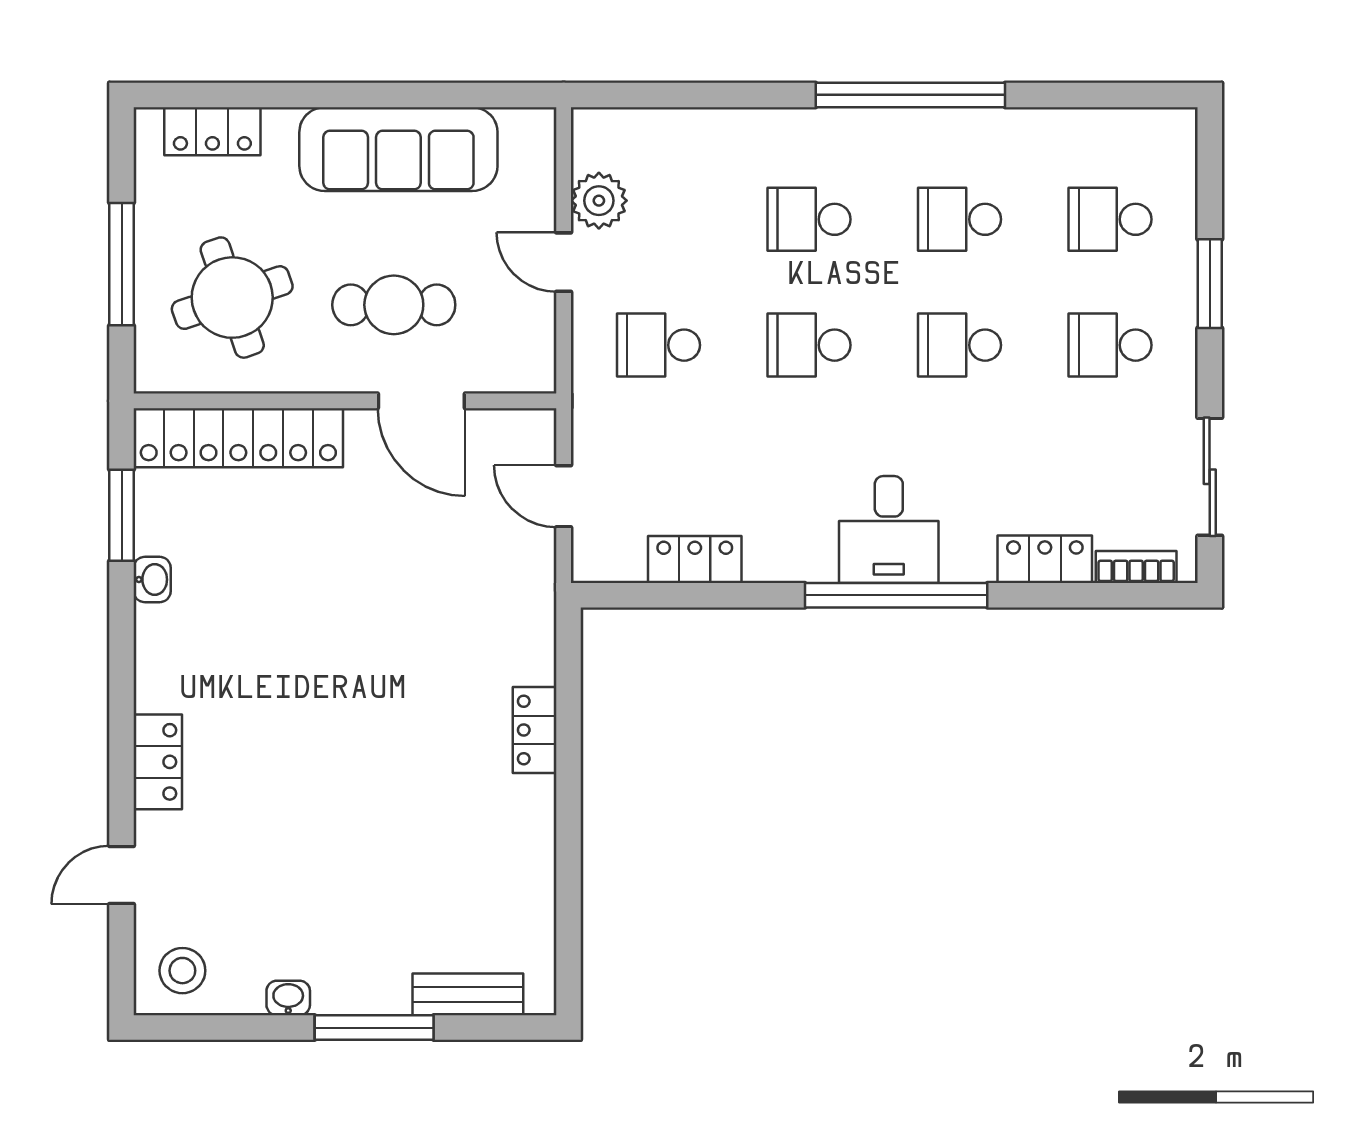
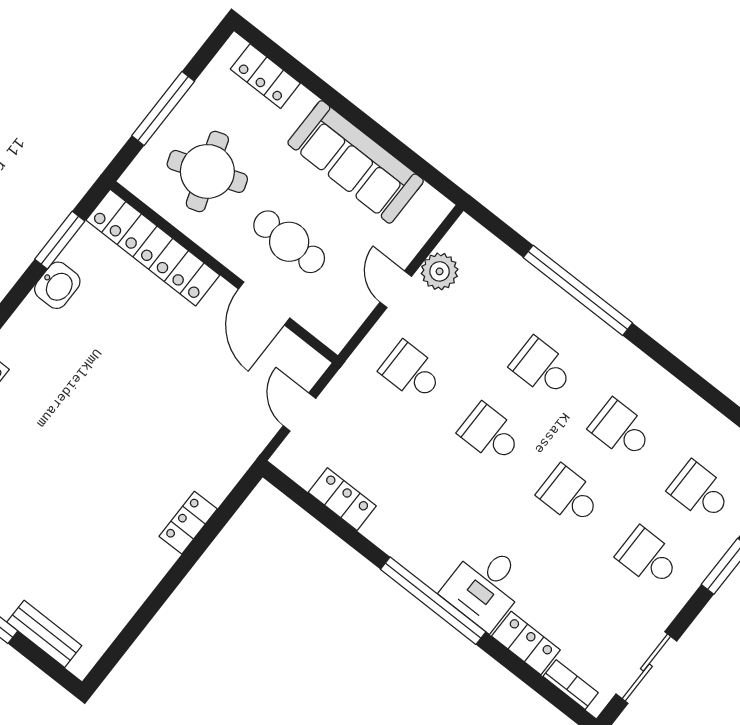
window: (910, 95) -> (578, 290), moved
desk: (889, 530) -> (485, 586), moved
washbasin: (152, 580) -> (57, 285), width x1.38, depth x1.45

